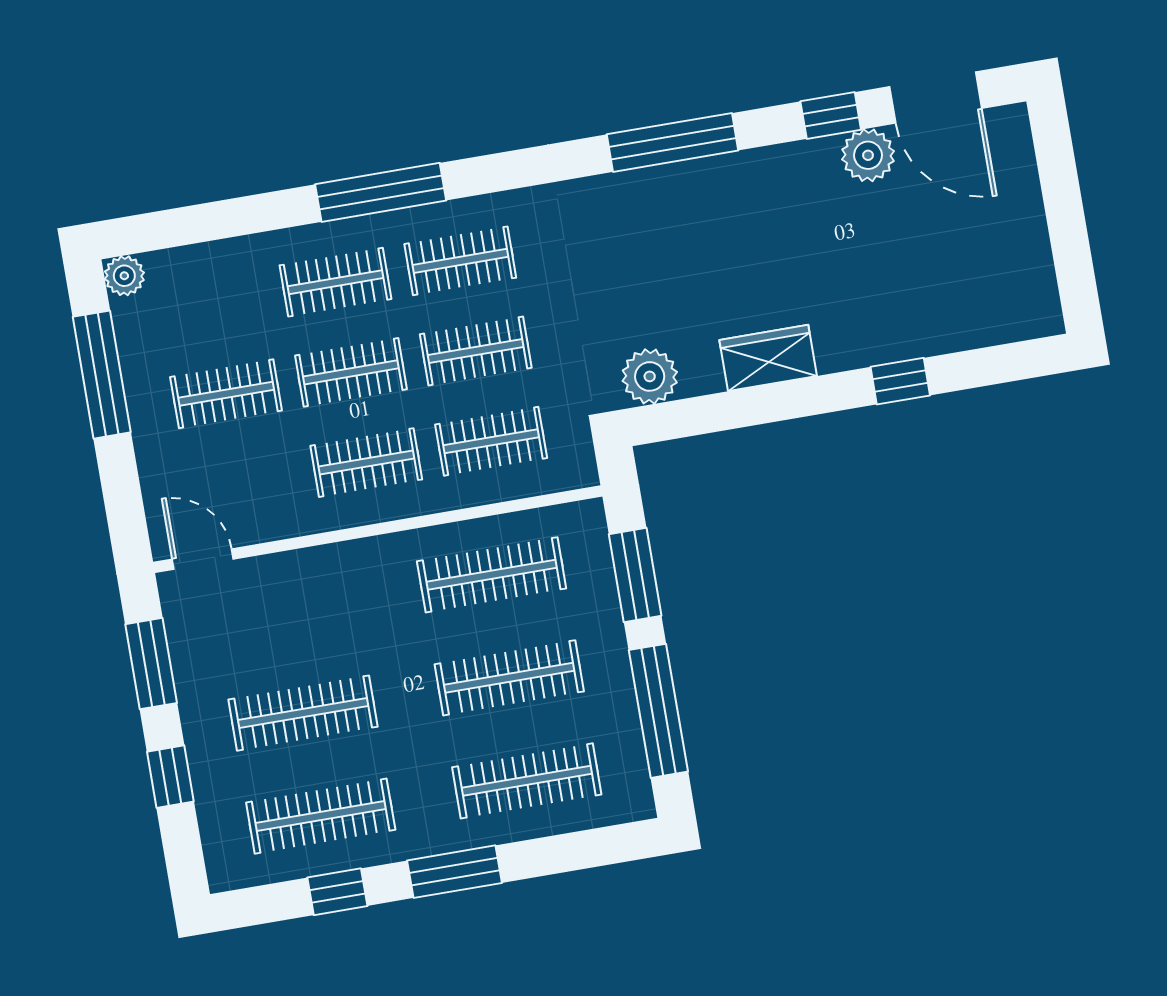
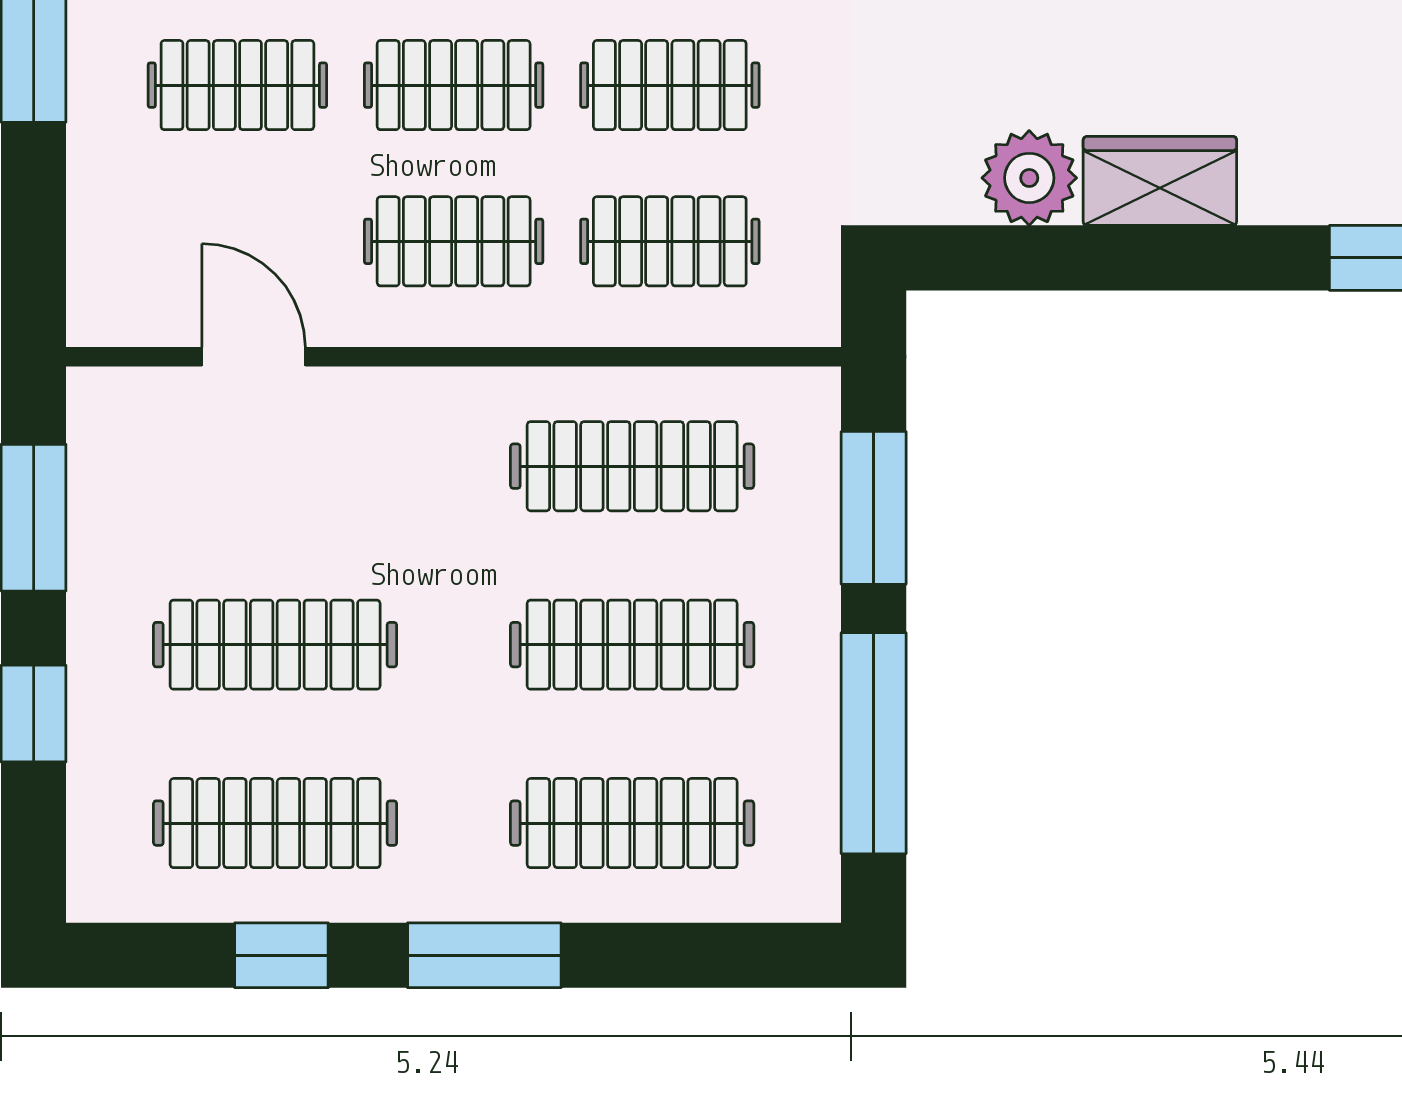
plant: (650, 376) -> (1029, 178), moved
door: (203, 559) -> (254, 357), moved

